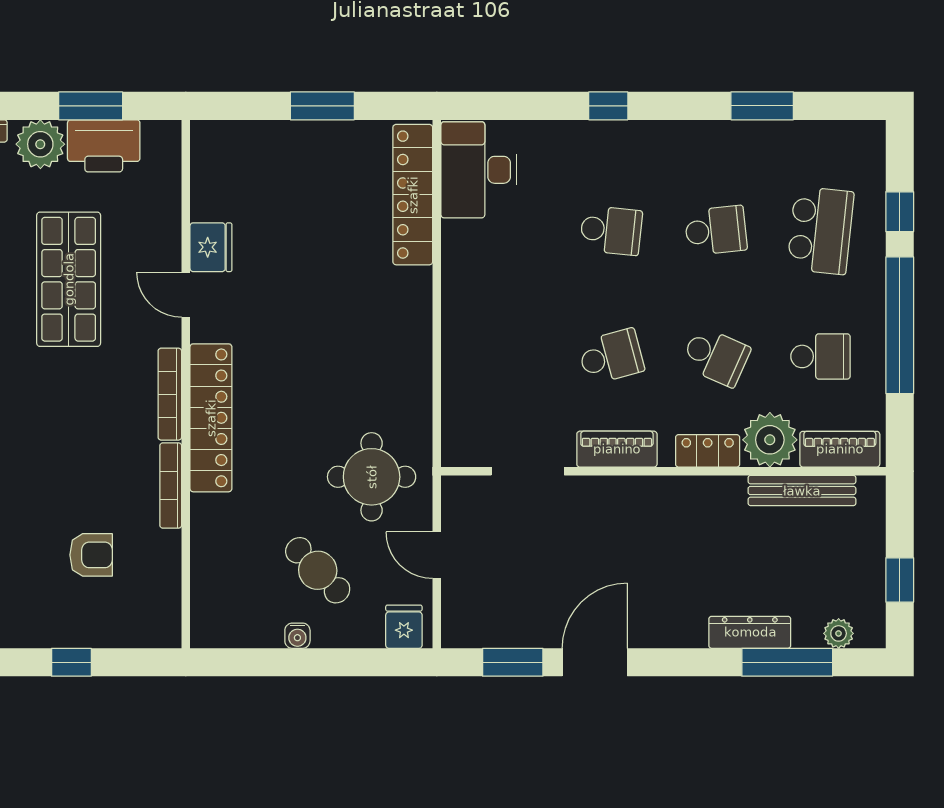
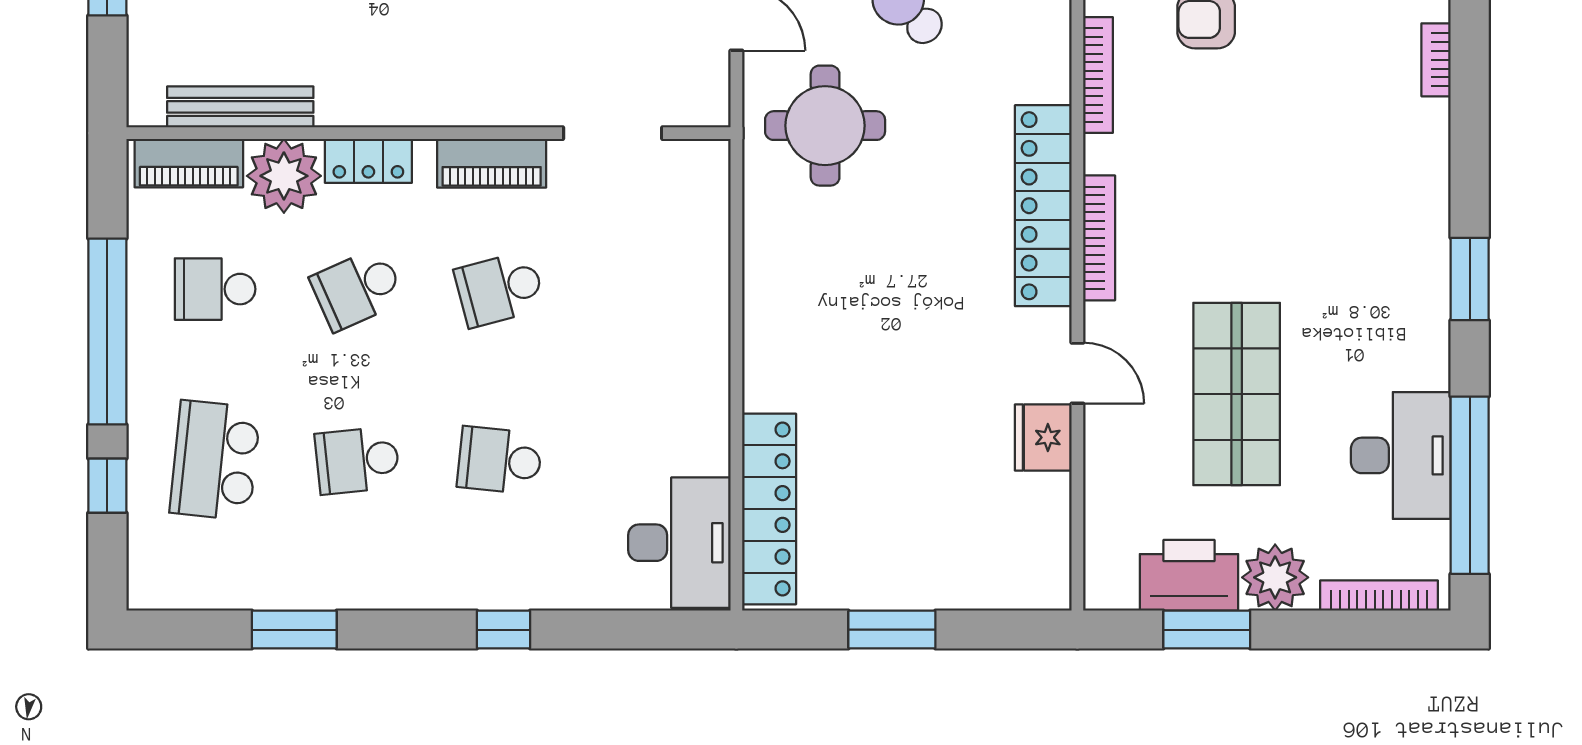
school desk: (716, 356) -> (357, 289), turned -48
bookcase: (171, 485) -> (1098, 75), moved

